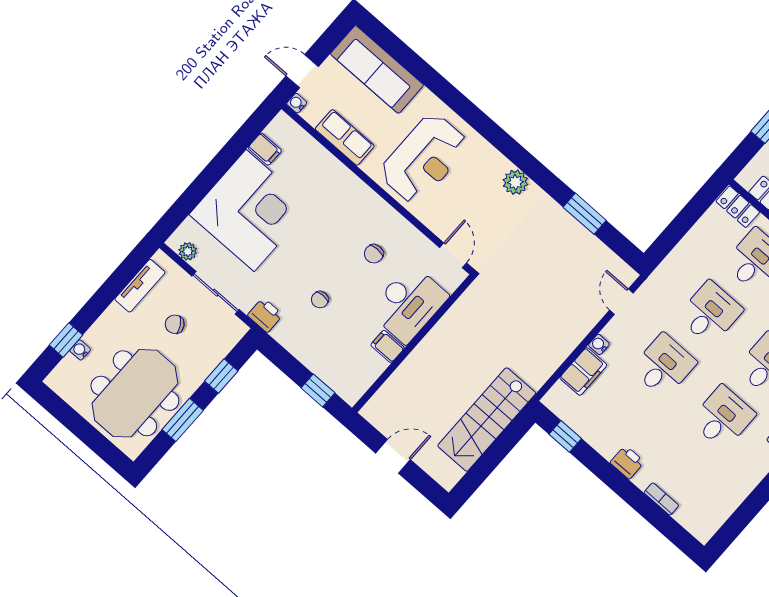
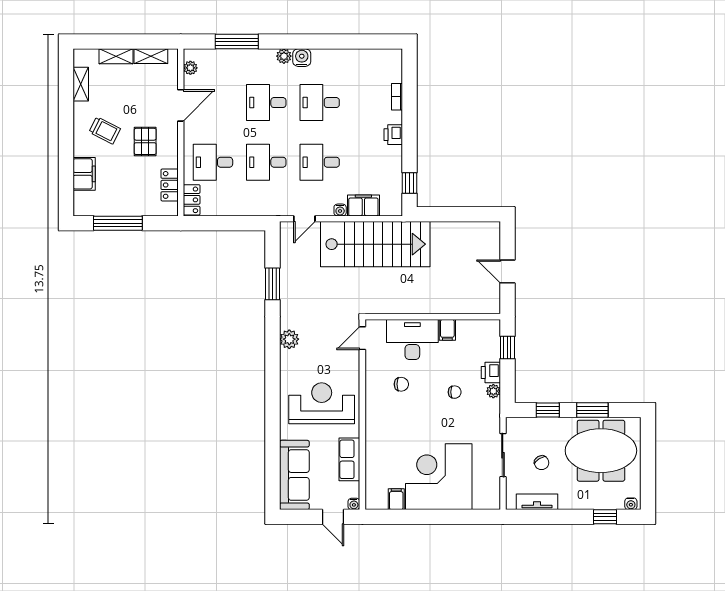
plant: (188, 251) -> (493, 391), moved
printer: (265, 315) -> (491, 372), moved
water cooler: (80, 350) -> (631, 504), moved
stairs: (487, 420) -> (375, 244), moved, width x1.36, depth x1.51

